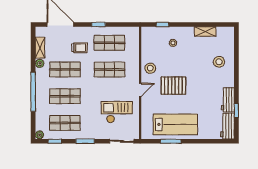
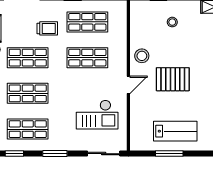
checkout: (117, 112) -> (97, 115), turned 180
lab bench: (175, 124) -> (175, 131), width x0.73, depth x0.72

